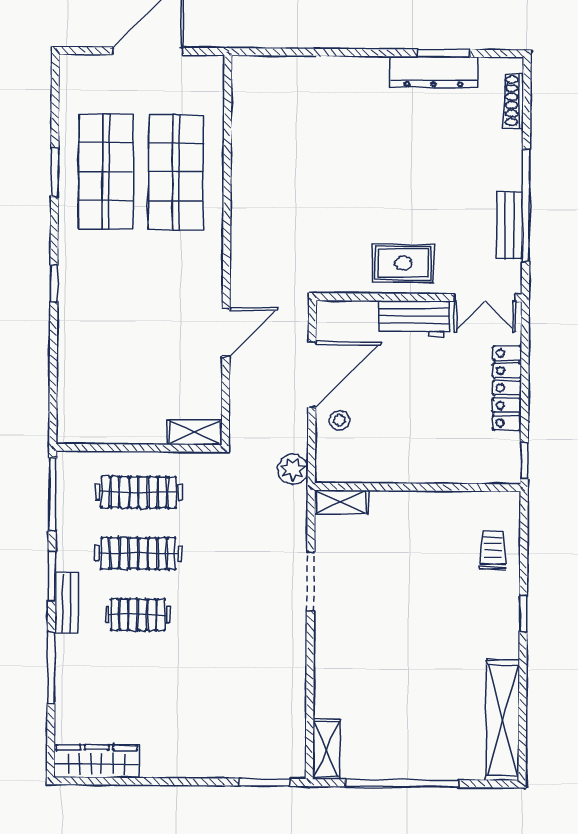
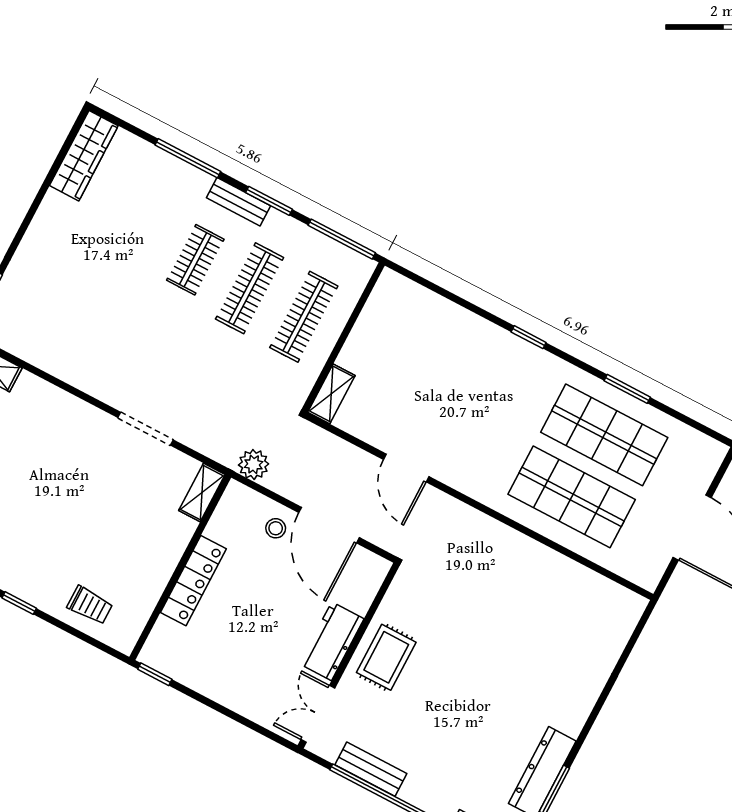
locker: (507, 388) -> (193, 581), moved, turned 90

